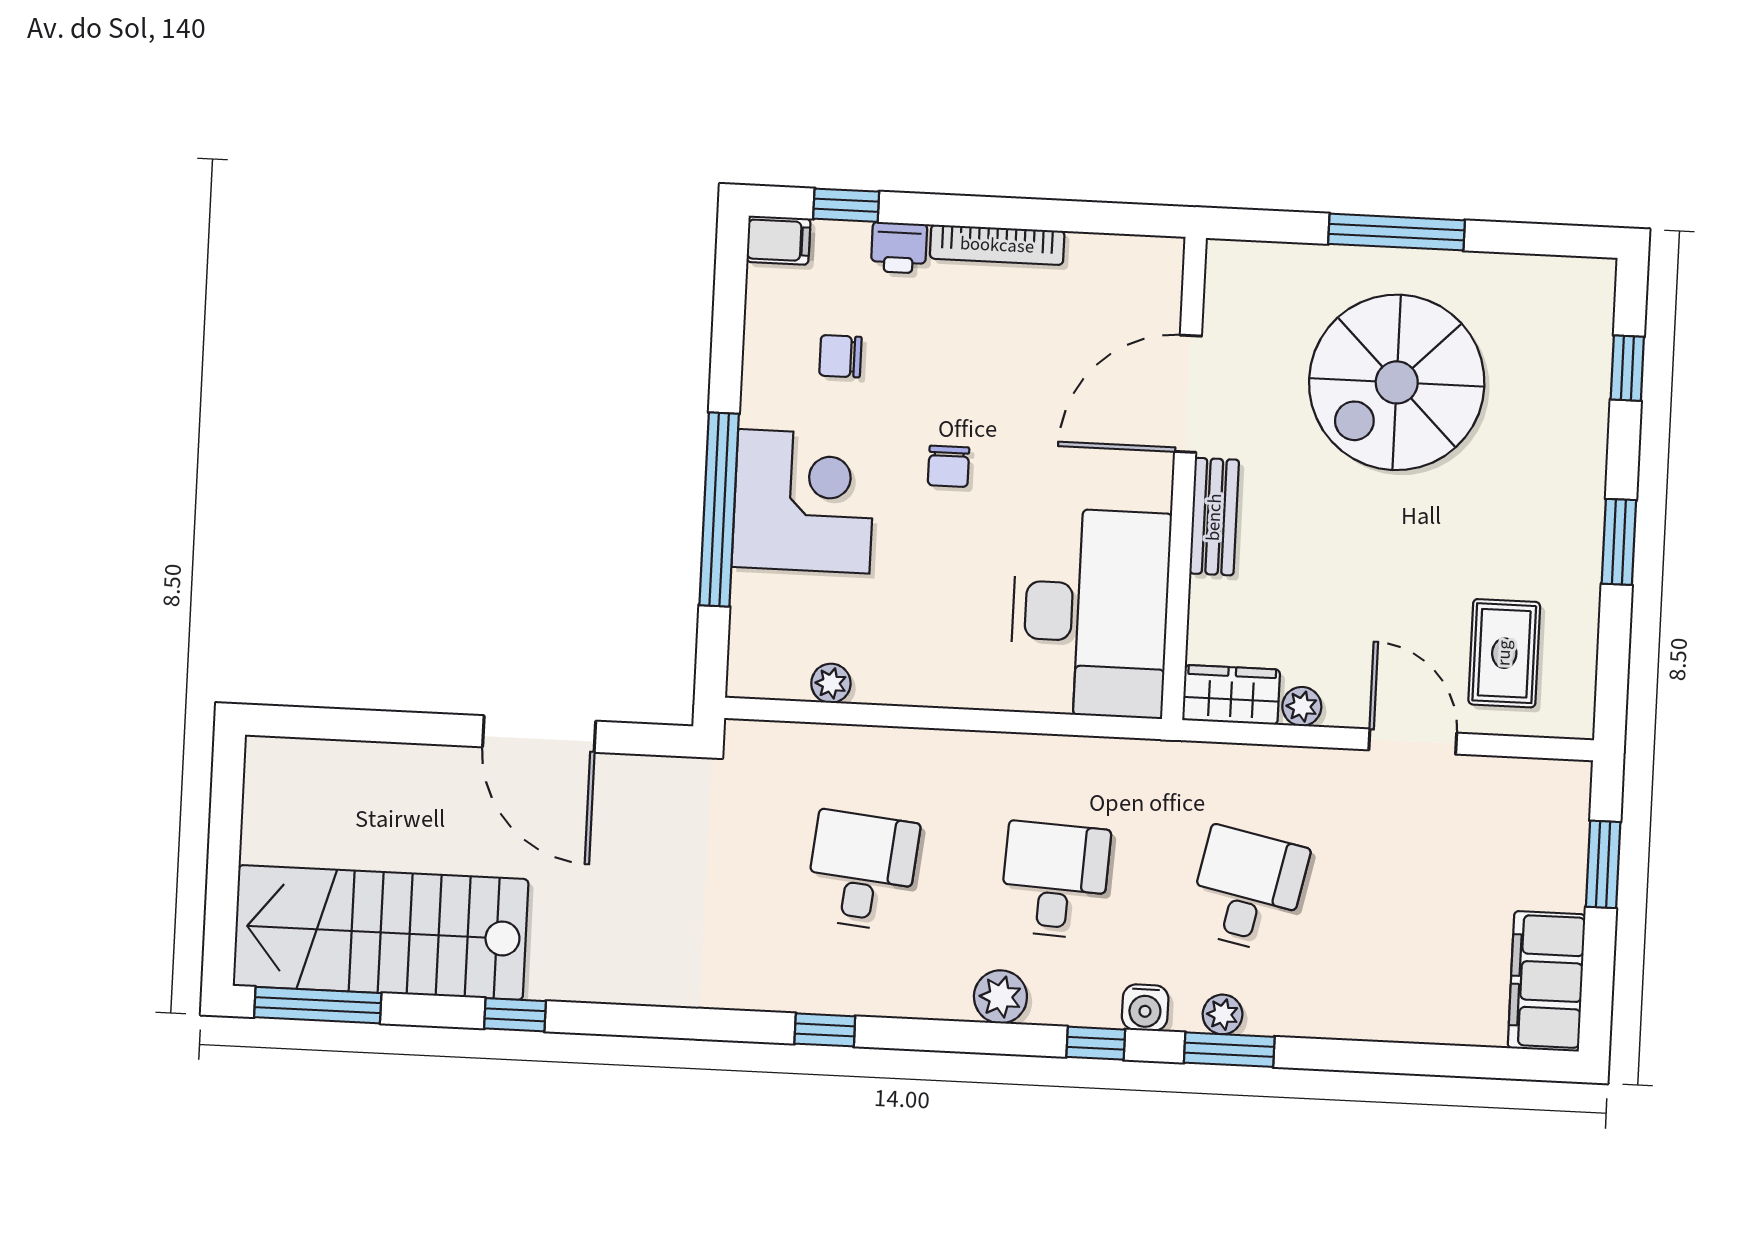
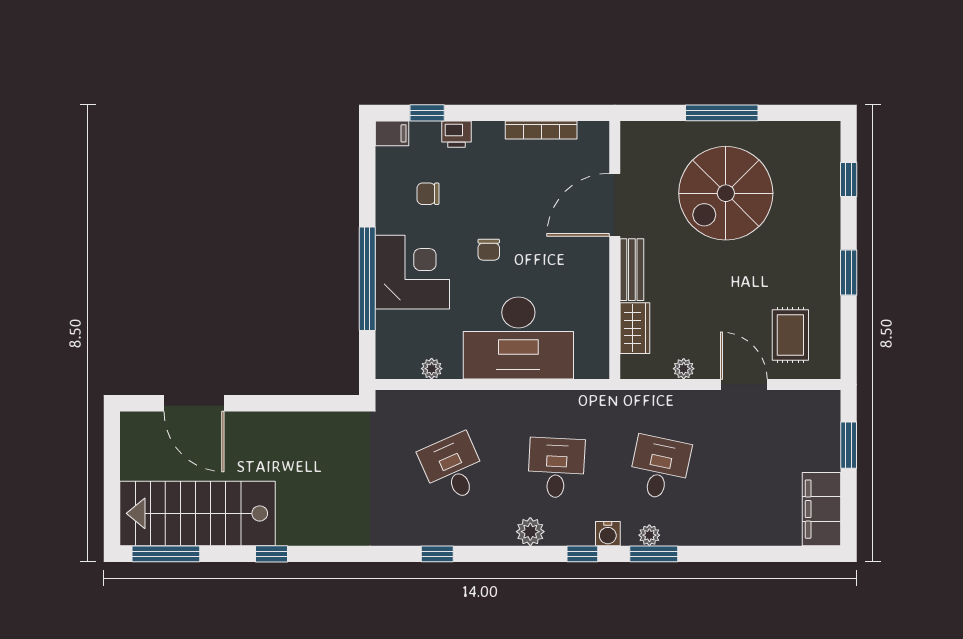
bookcase: (997, 245) -> (541, 130), moved
desk: (1090, 613) -> (518, 338), moved, turned 90
wardrobe: (1231, 695) -> (635, 328), moved, turned 90
door: (539, 734) -> (194, 403), moved
desk: (862, 871) -> (453, 468), turned -30

